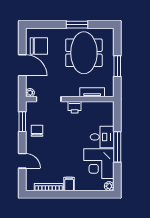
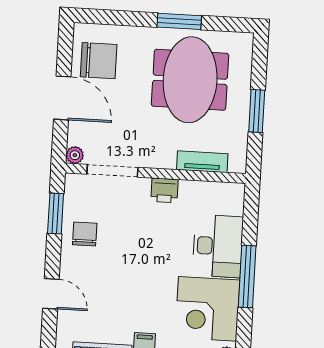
desk: (102, 137) -> (218, 246), width x1.37

